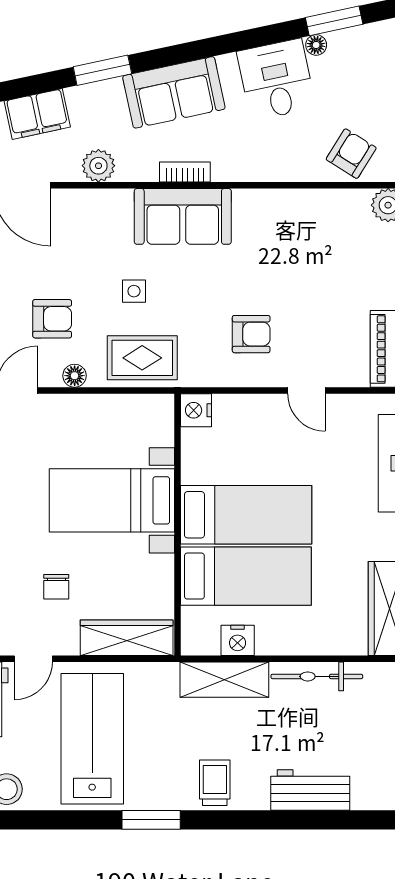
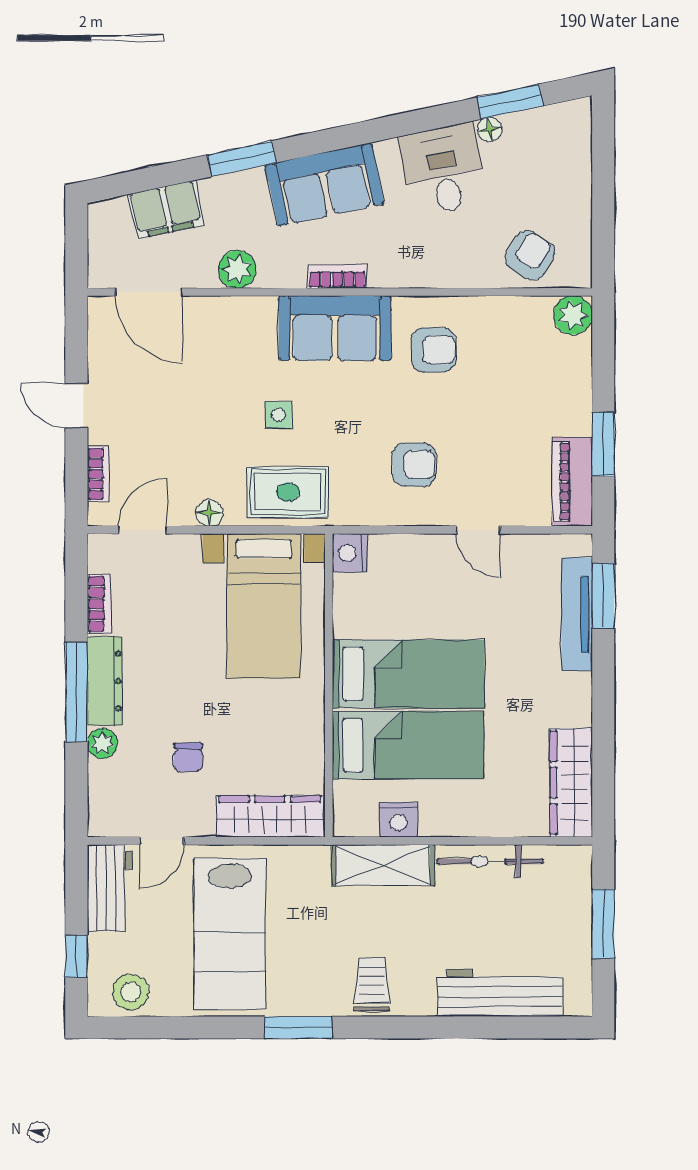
armchair: (52, 319) -> (434, 350), moved
bed with nightstands: (112, 500) -> (264, 606), moved, turned -90
lab bench: (92, 739) -> (230, 934), turned 180
workbench: (310, 790) -> (500, 993), width x1.37

